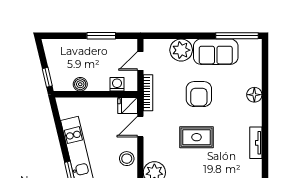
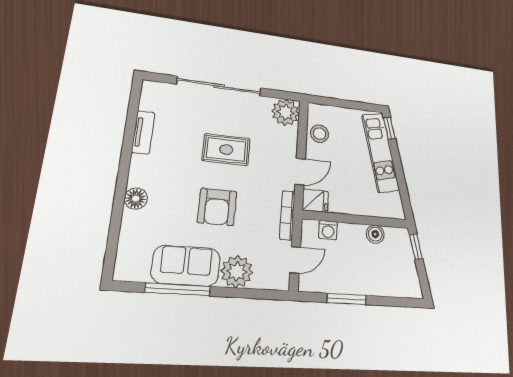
window: (237, 36) -> (178, 289), moved
armchair: (199, 94) -> (217, 207), turned 180

